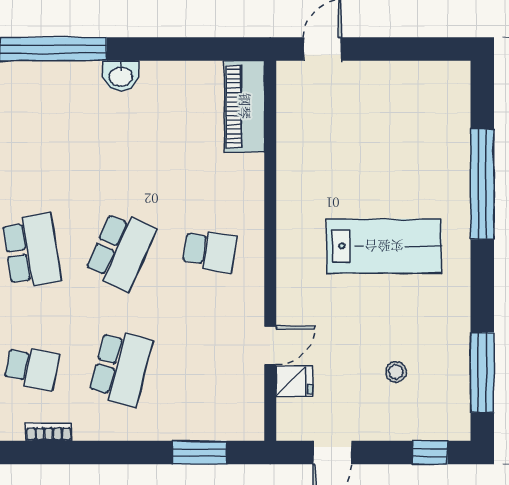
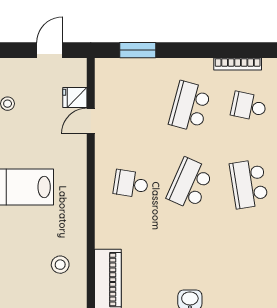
stool: (316, 129) -> (60, 265), added
bookcase: (49, 432) -> (238, 64), width x1.56

